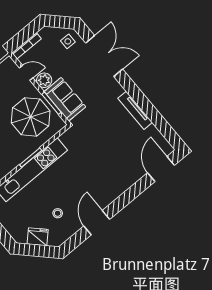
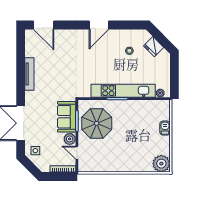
door: (161, 169) -> (44, 25), hinge flipped
door: (97, 223) -> (99, 25), moved

